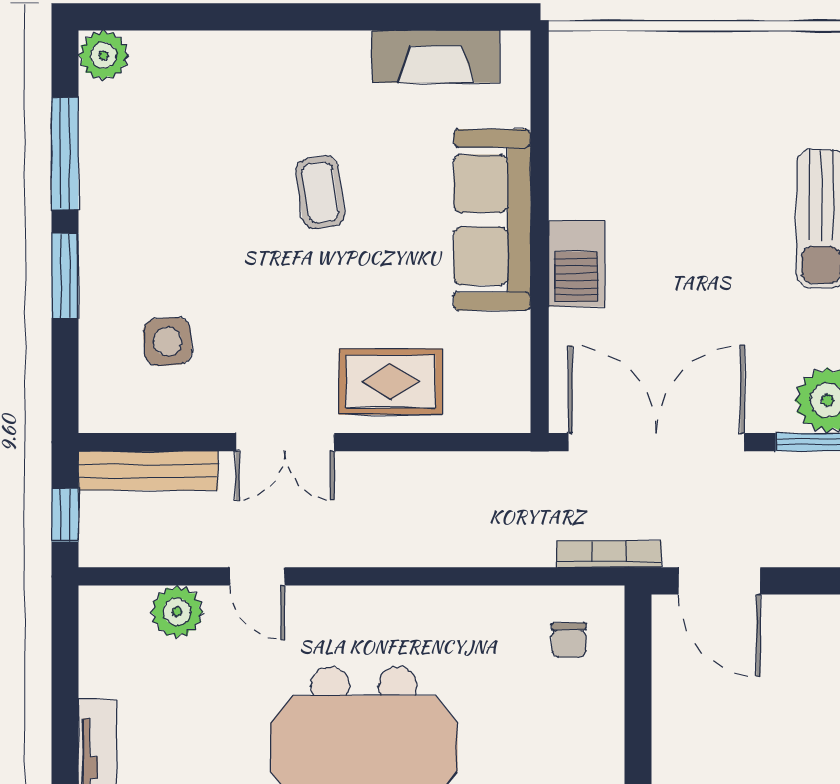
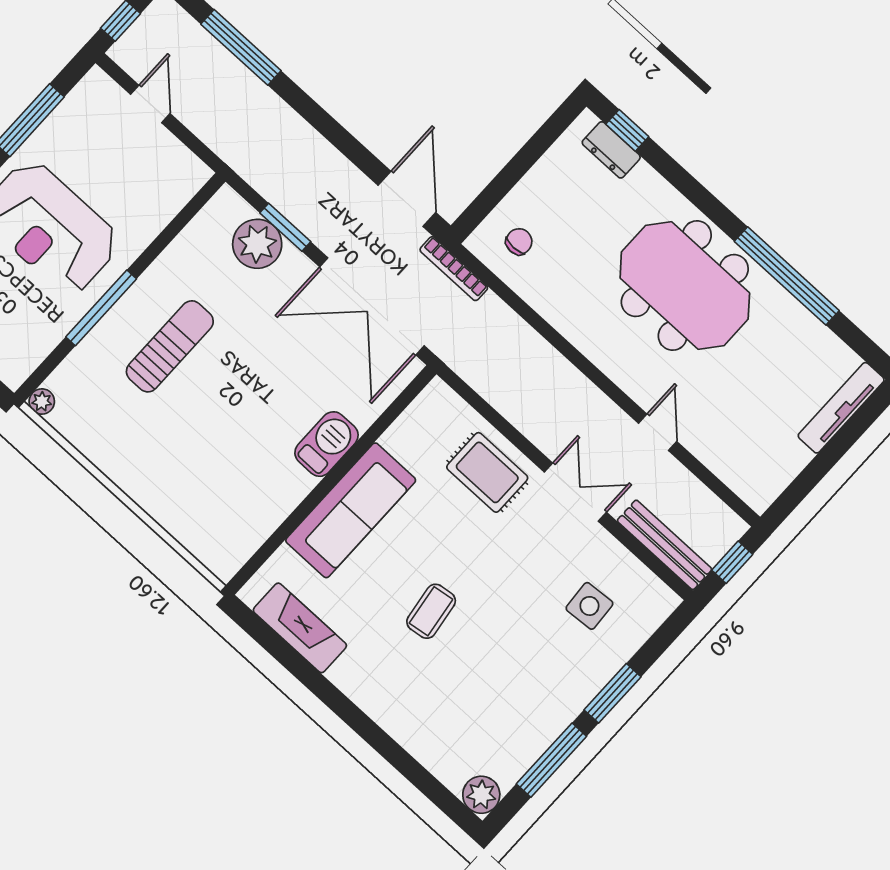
plant: (177, 612) -> (719, 453), removed

